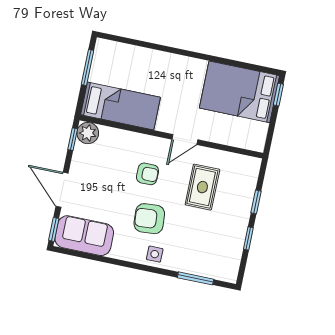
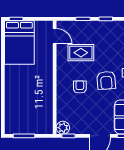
bed: (121, 106) -> (43, 112), removed
door: (185, 139) -> (55, 36), moved

